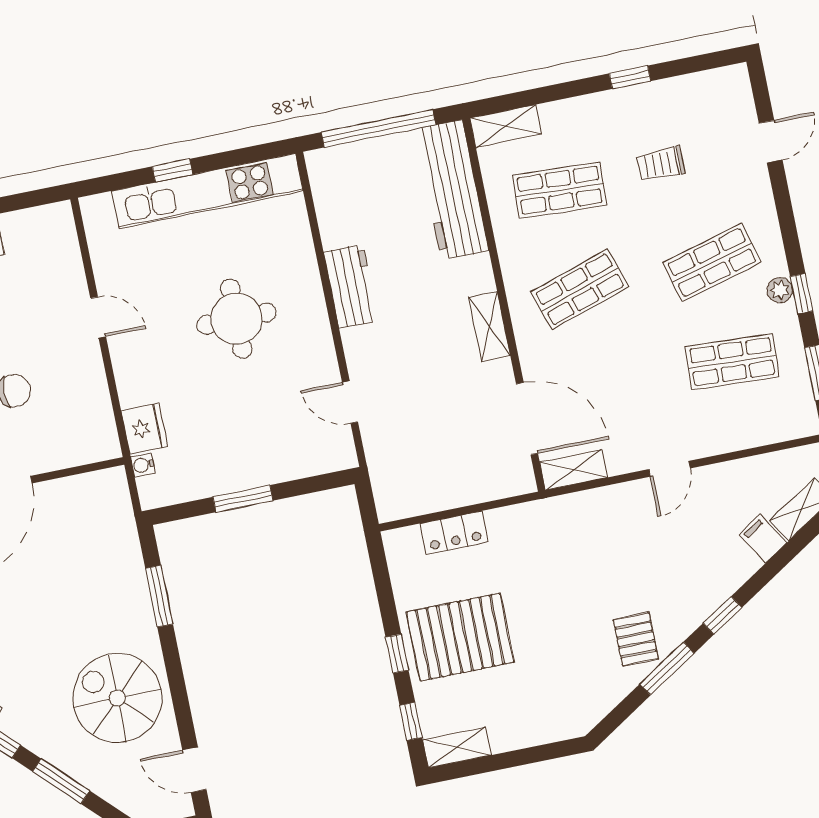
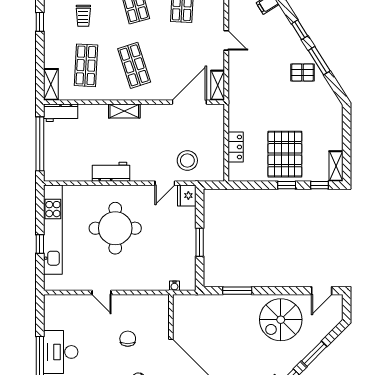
workbench: (452, 190) -> (61, 113), width x0.53, depth x0.76
door: (98, 317) -> (101, 293), swing flipped
round table: (236, 319) -> (115, 228), width x1.36, depth x1.36
shelving: (489, 326) -> (124, 111), moved
fridge: (144, 429) -> (187, 196), moved, turned -90
stool: (406, 439) -> (187, 160), added

